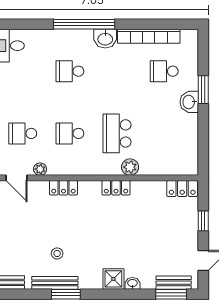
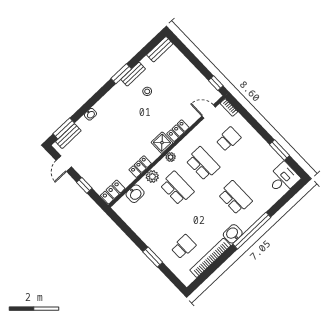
school desk: (70, 71) -> (235, 198), width x1.85
washbasin: (189, 102) -> (135, 194), moved, turned 90
school desk: (70, 133) -> (203, 164), width x1.85
plant: (40, 169) -> (171, 157), moved
locker: (116, 188) -> (140, 167), moved
shower: (113, 279) -> (162, 143), moved
bench: (55, 283) -> (133, 74), width x0.73

